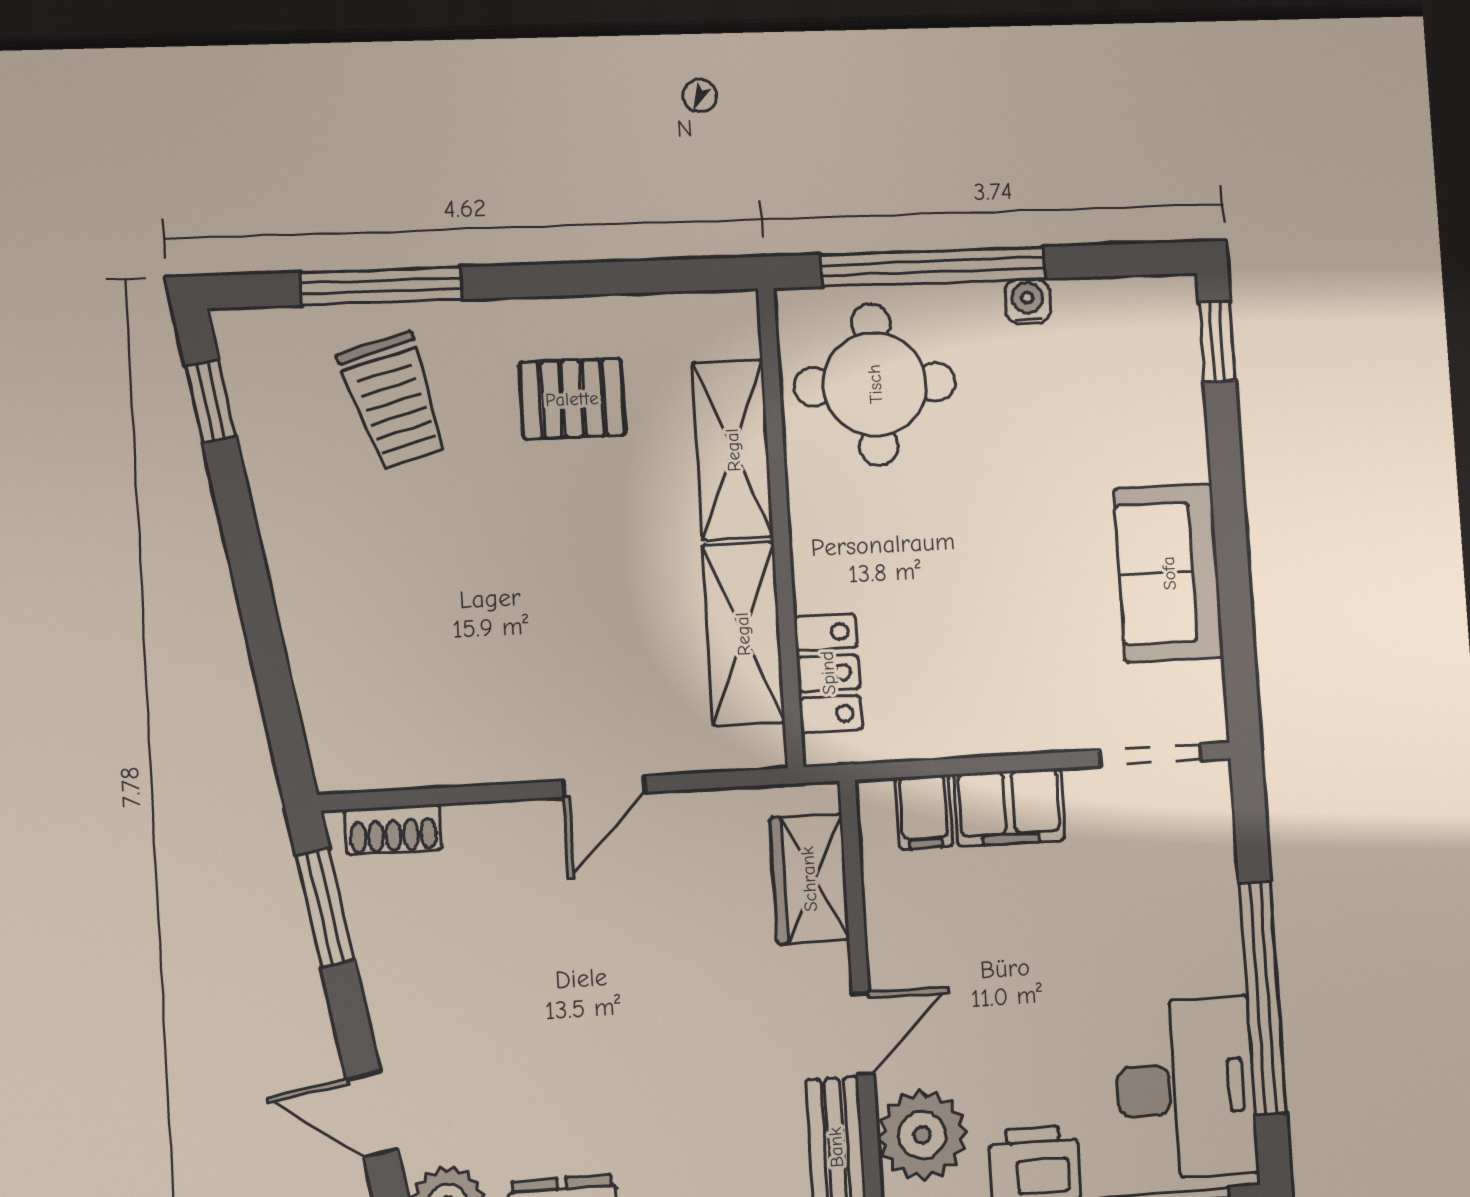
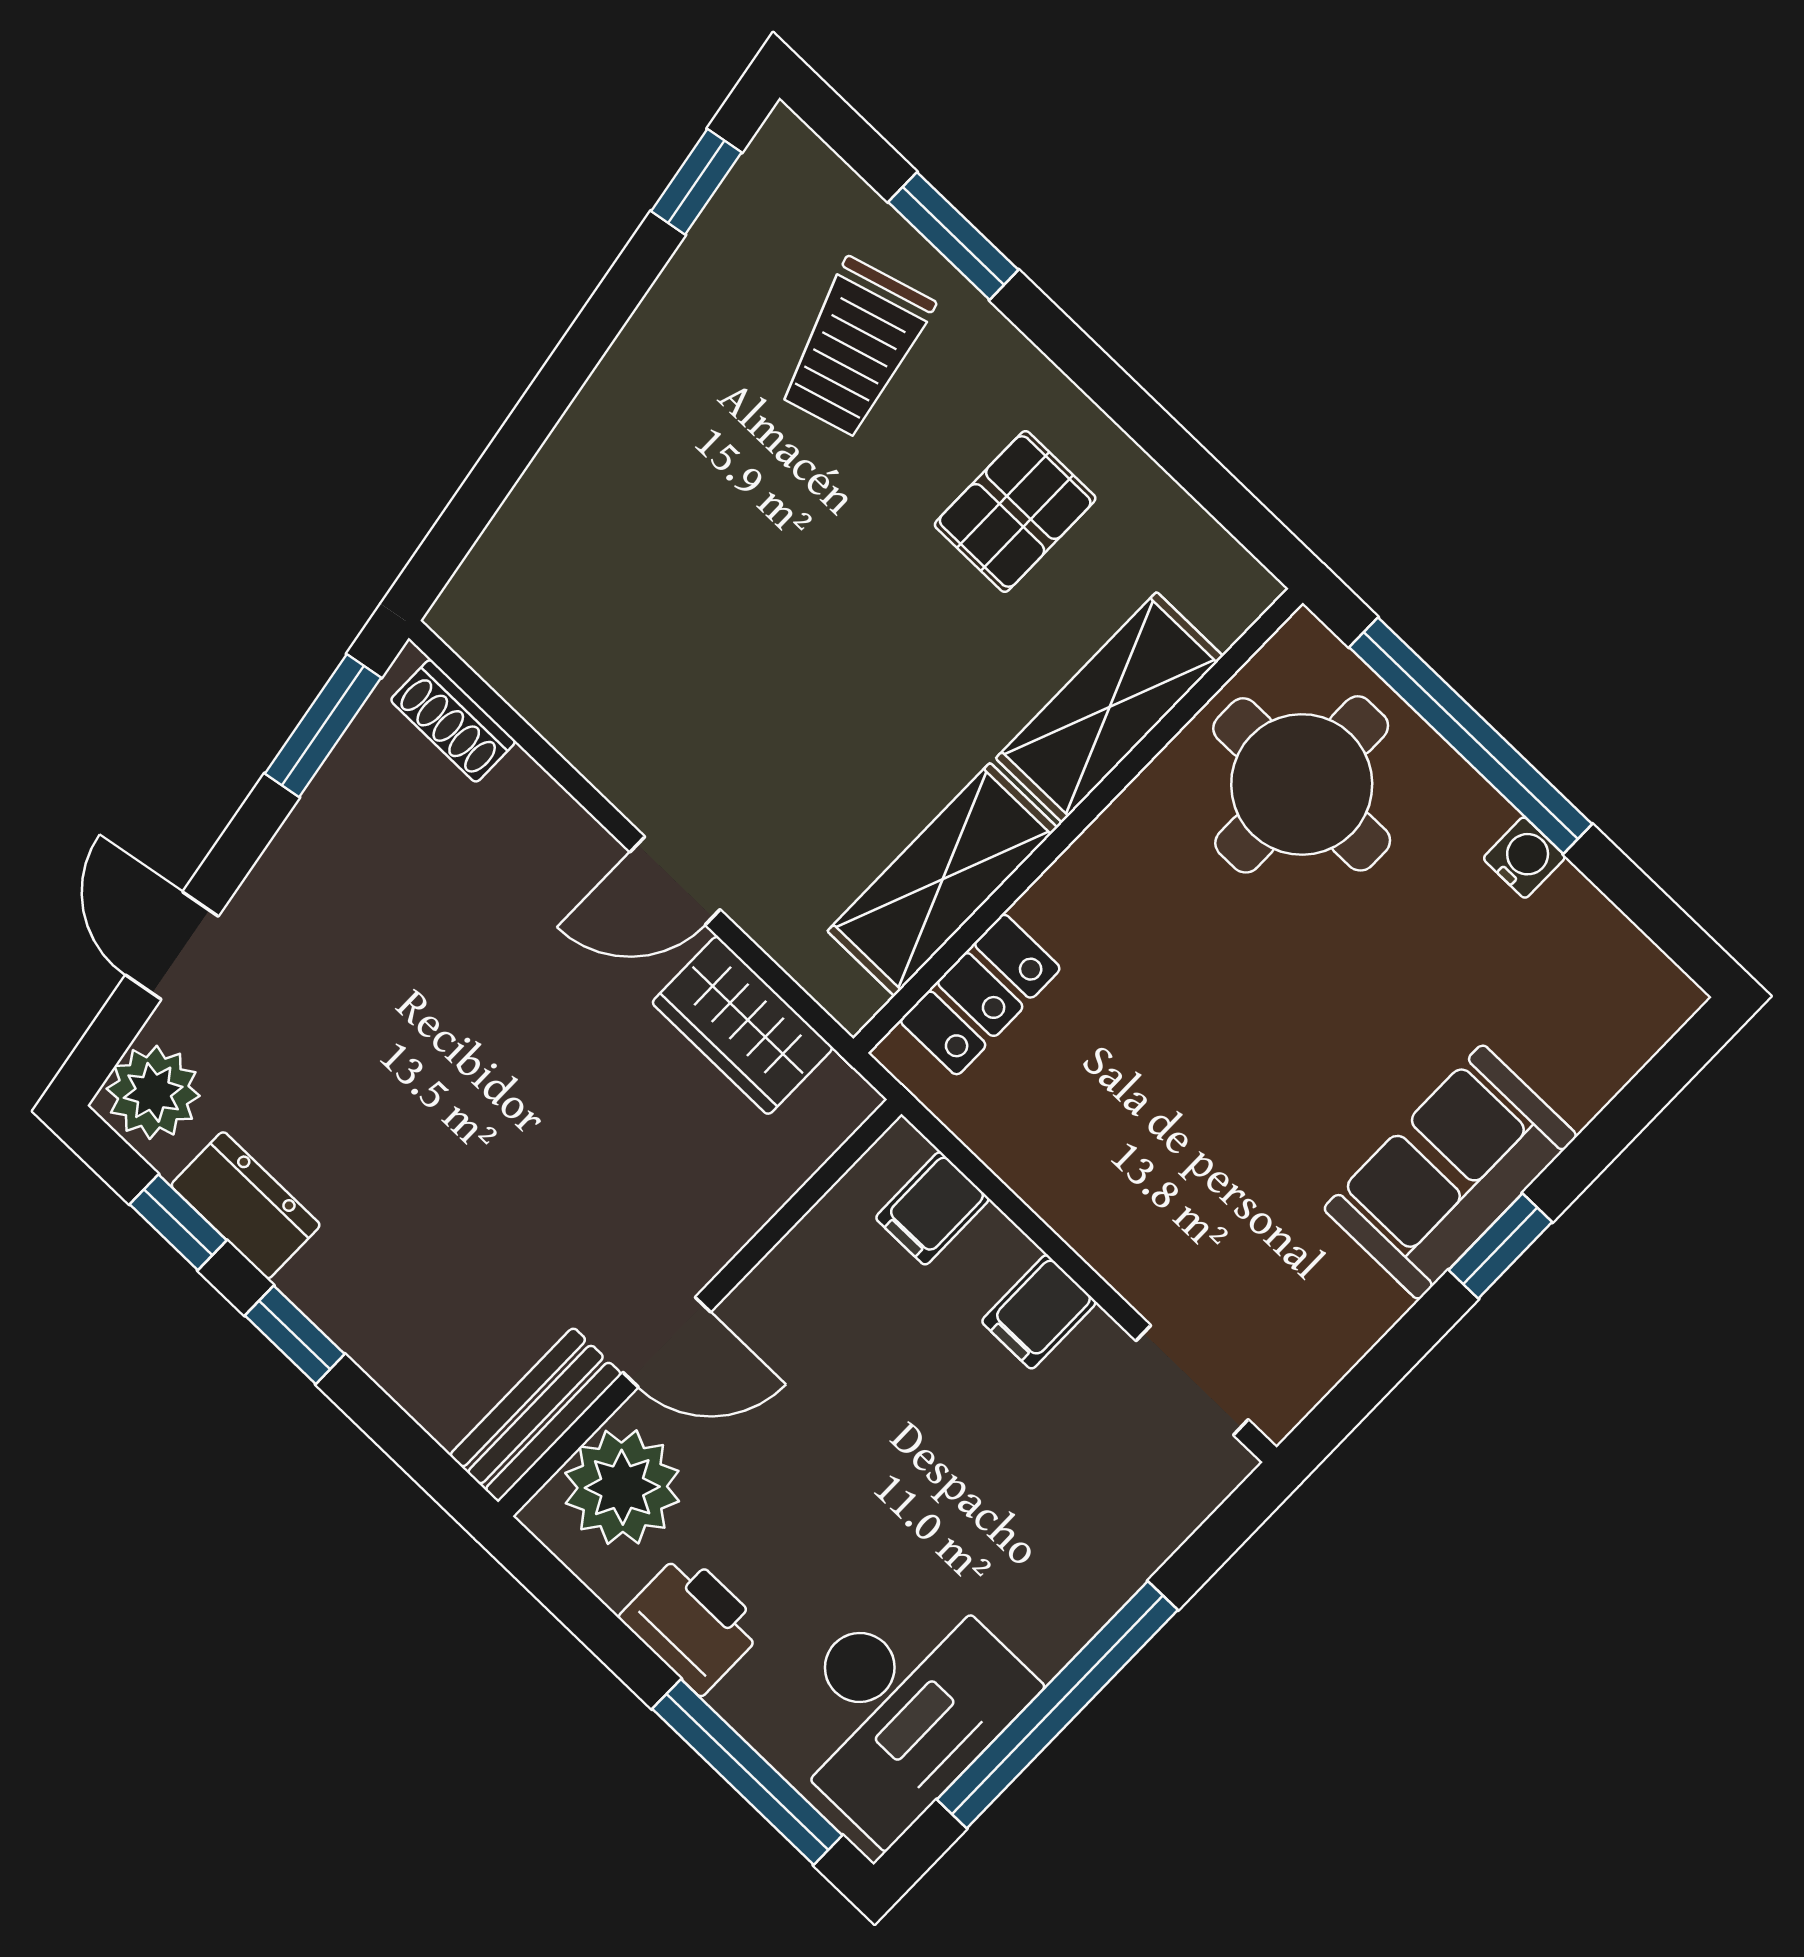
window: (381, 286) -> (953, 236), width x0.69
window: (1217, 342) -> (1500, 1246), moved
pallet: (572, 399) -> (1015, 512), turned 90
sofa: (1169, 573) -> (1450, 1172), moved
filing cabinet: (1009, 807) -> (1039, 1312), width x0.50
wardrobe: (809, 879) -> (742, 1025), moved, turned -90

